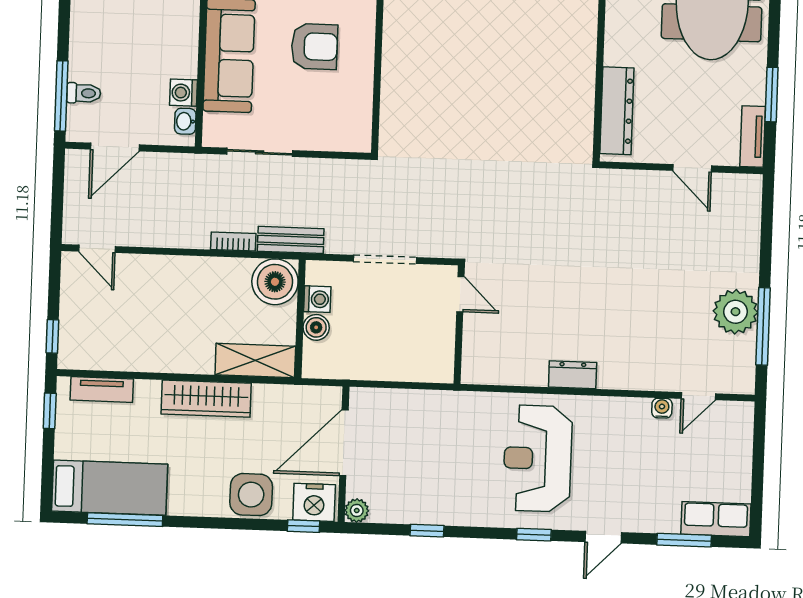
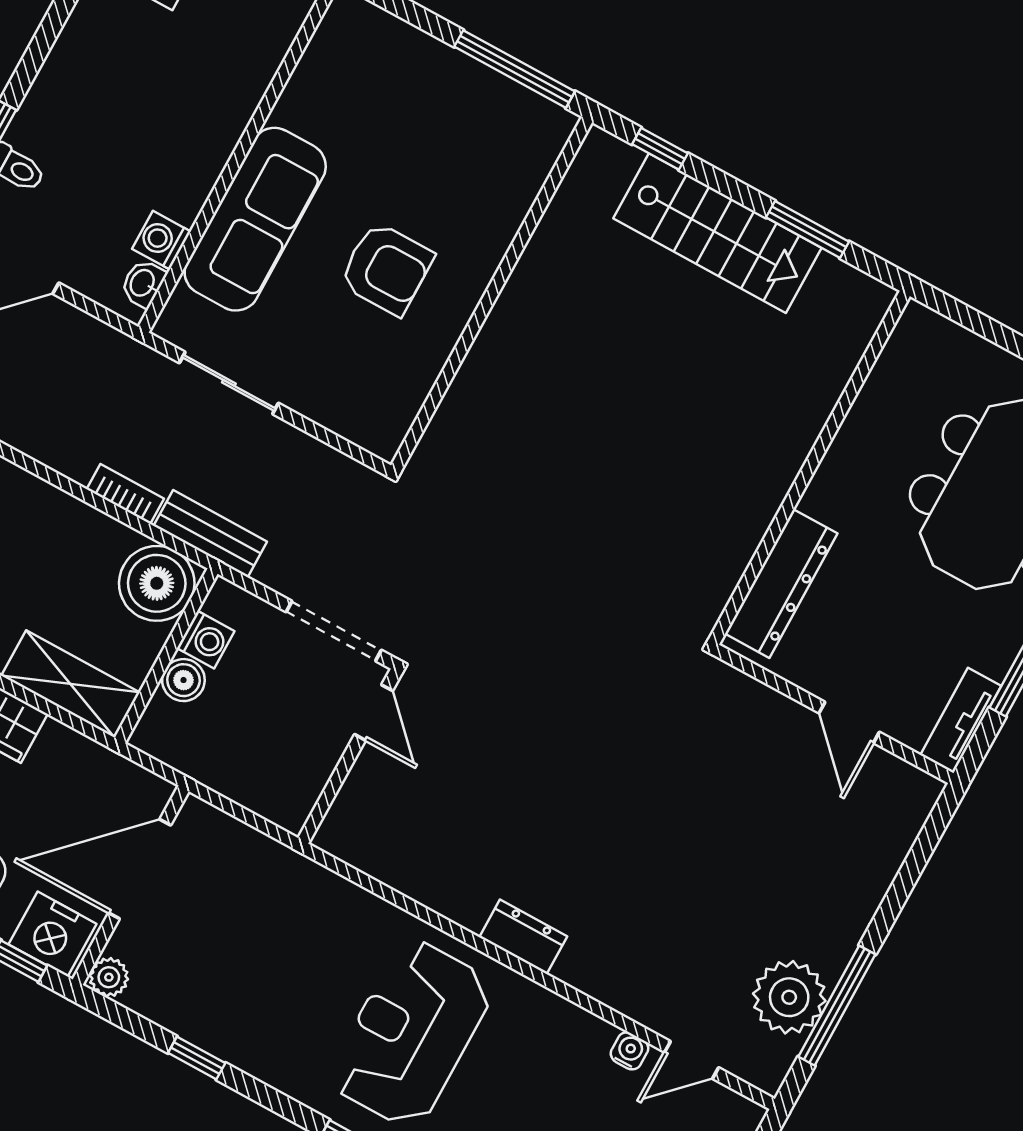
door: (460, 294) -> (374, 713), moved
plant: (735, 312) -> (789, 997), moved
wall: (459, 325) -> (350, 756), moved

